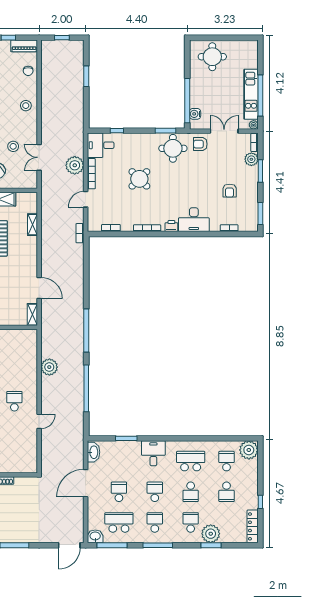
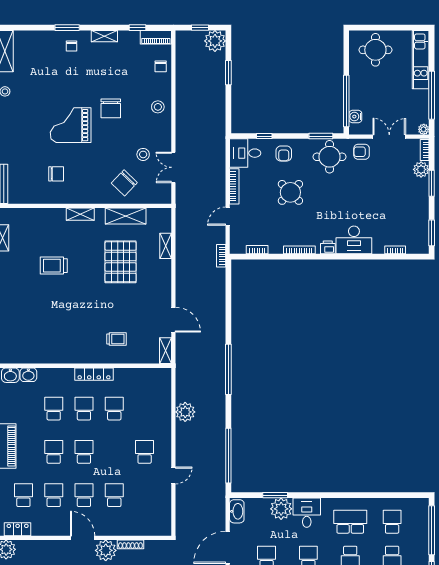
kitchen unit: (251, 94) -> (421, 60), moved
plant: (75, 165) -> (215, 41), moved
armchair: (230, 191) -> (284, 154), moved
window: (86, 388) -> (228, 456), moved
plant: (249, 450) -> (281, 509), moved
window: (260, 468) -> (432, 530), added

